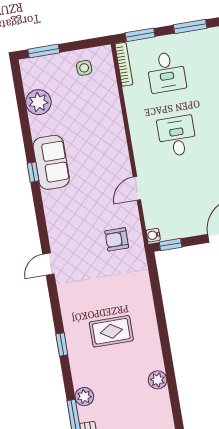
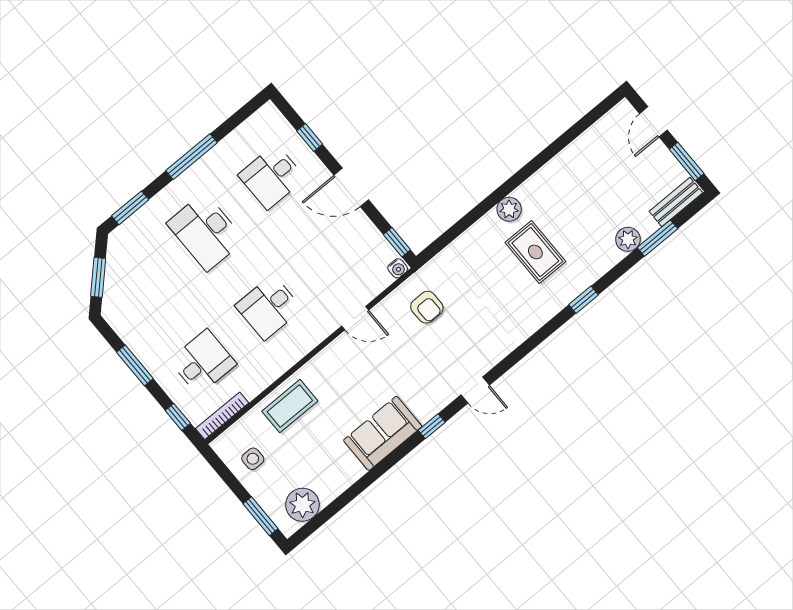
window: (140, 35) -> (178, 417), width x0.67
plant: (38, 102) -> (302, 505), moved
coffee table: (104, 112) -> (290, 406), added
window: (33, 172) -> (432, 426), moved
door: (48, 264) -> (475, 390), moved
plant: (158, 380) -> (509, 209), moved

